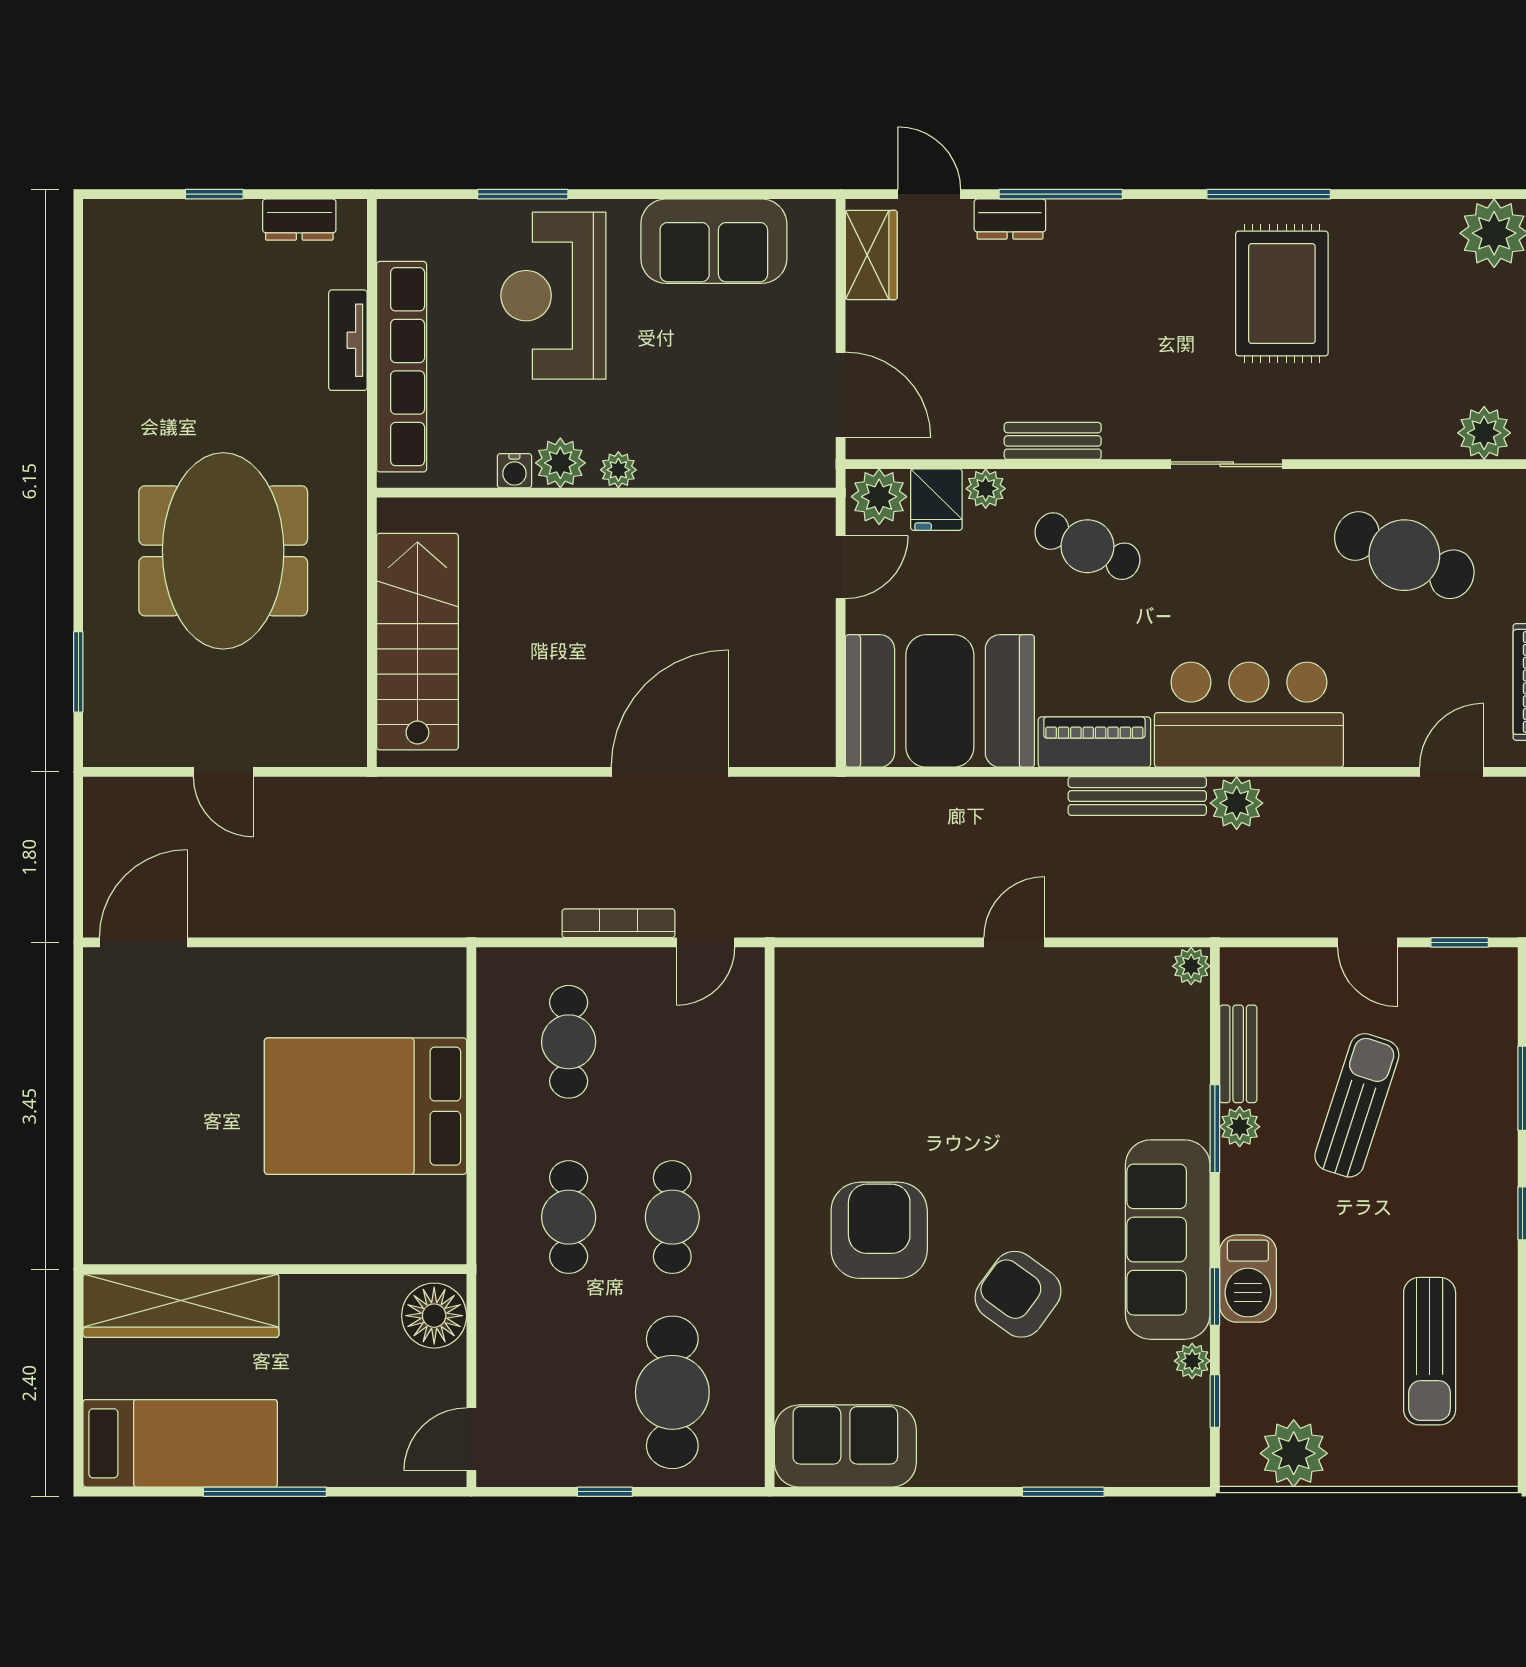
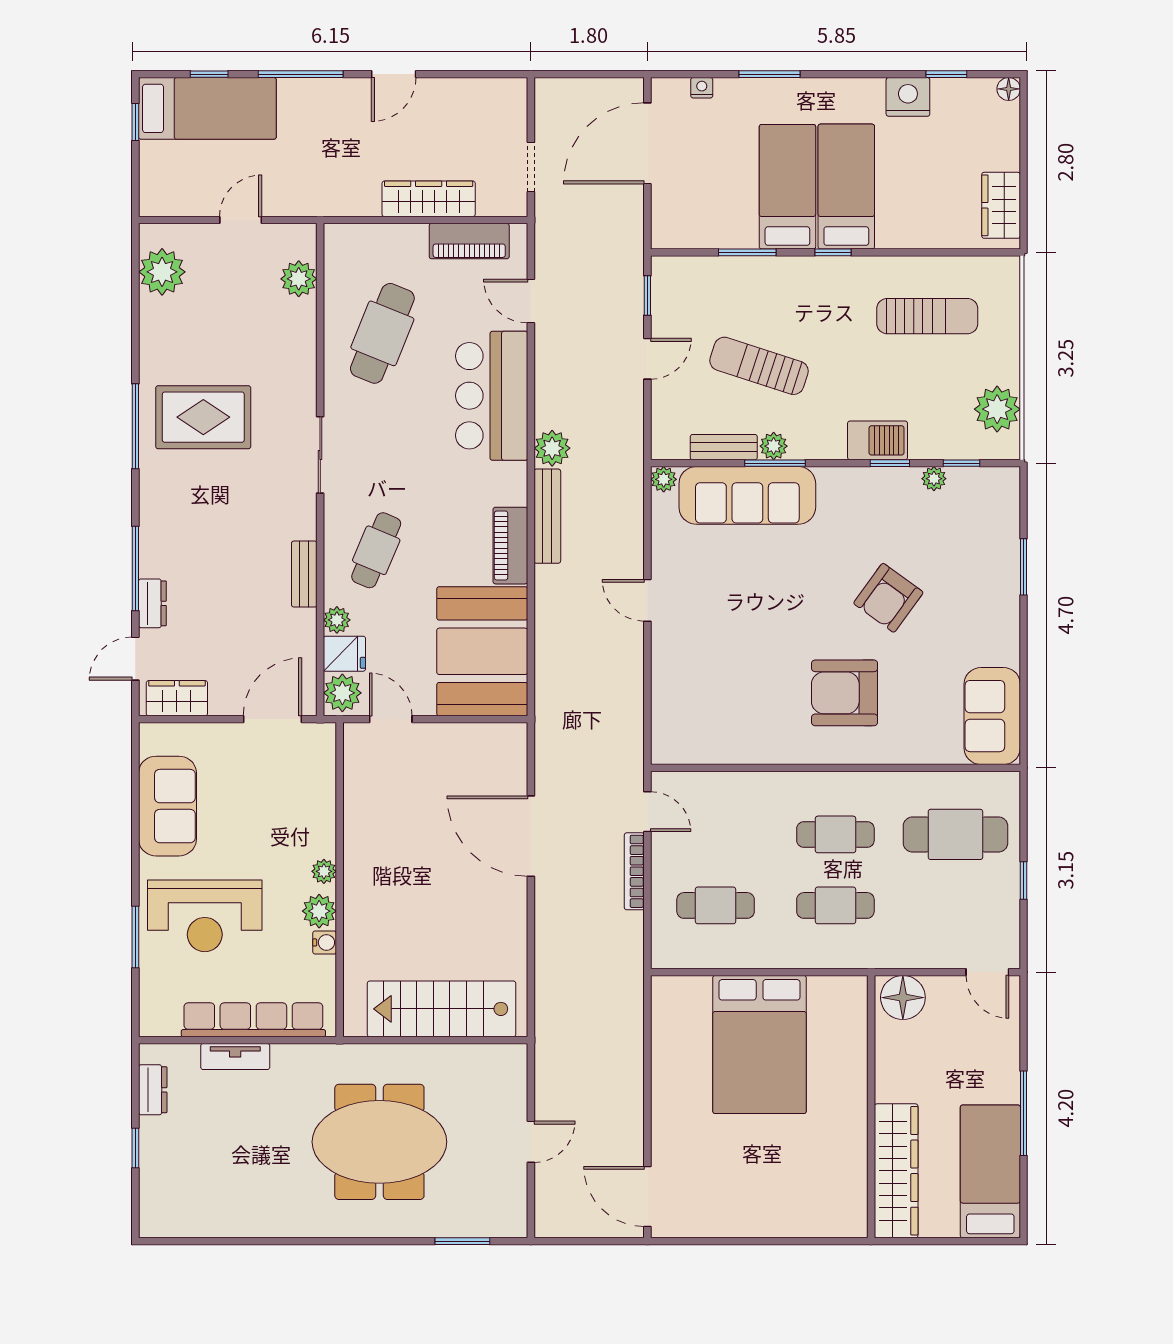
bar counter: (1249, 715) -> (492, 396), moved
sofa: (1168, 1240) -> (747, 495), moved

